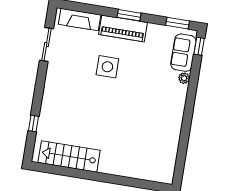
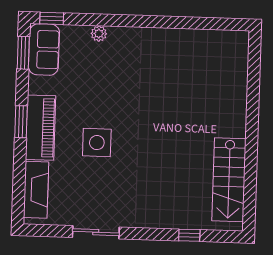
sliding door: (46, 44) -> (96, 232), moved
sofa: (183, 53) -> (44, 49), moved, turned -90

